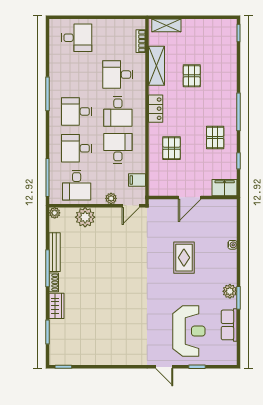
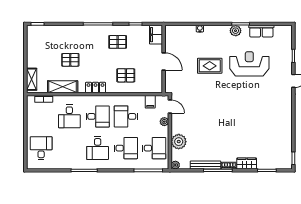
desk: (77, 148) -> (126, 148), turned -90
reception desk: (189, 331) -> (249, 64), moved

